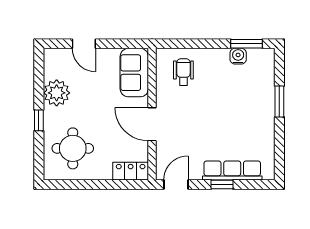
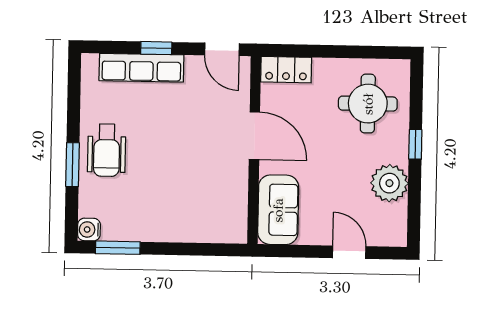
water cooler: (238, 56) -> (89, 229), moved, turned 90
wheelchair: (183, 72) -> (107, 150), moved, width x1.36, depth x1.37
door: (176, 185) -> (222, 49), hinge flipped

